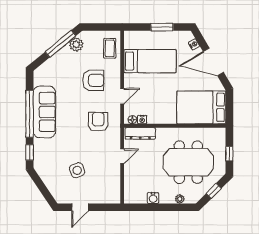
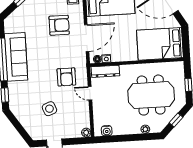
door: (122, 96) -> (87, 38), width x1.88
armchair: (98, 122) -> (66, 77), moved, turned 180
door: (122, 156) -> (90, 93), swing flipped
water cooler: (153, 198) -> (107, 131), moved
plant: (115, 199) -> (86, 133), added

